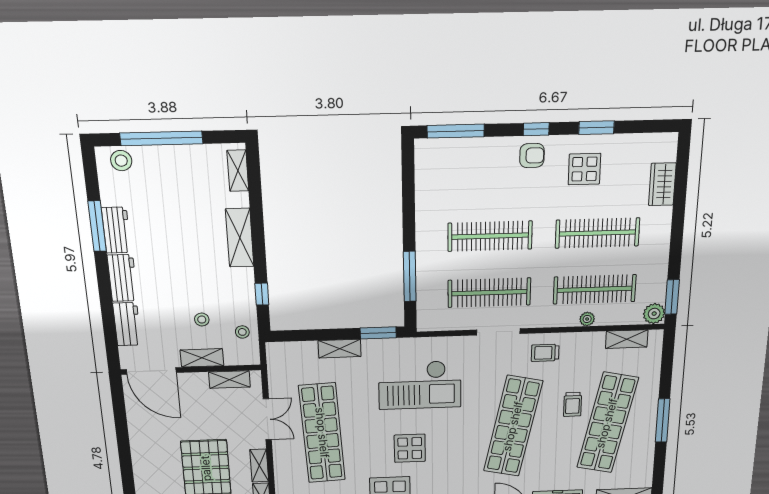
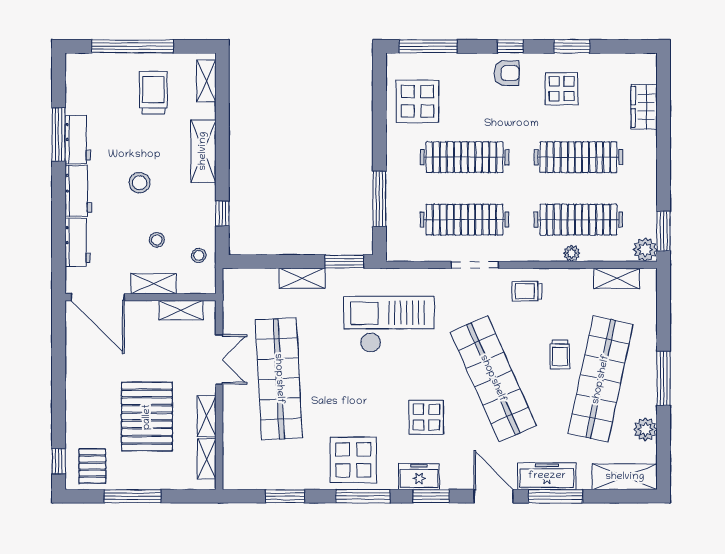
stool: (121, 161) -> (140, 183), moved
trolley: (186, 183) -> (153, 93), added
display table: (445, 185) -> (417, 101), added
checkout: (420, 385) -> (389, 324), turned 180
shop shelf: (513, 426) -> (493, 379), turned -36
display table: (410, 448) -> (426, 417), moved
plant: (644, 461) -> (645, 429), added

